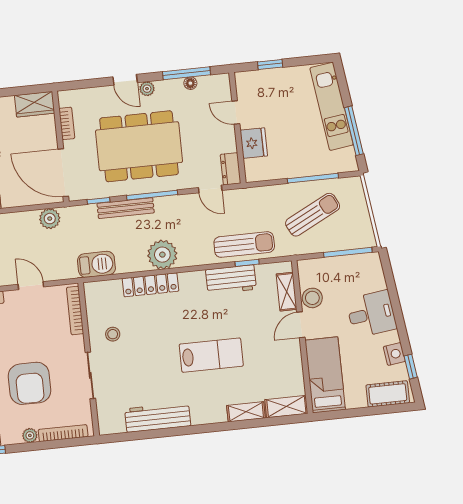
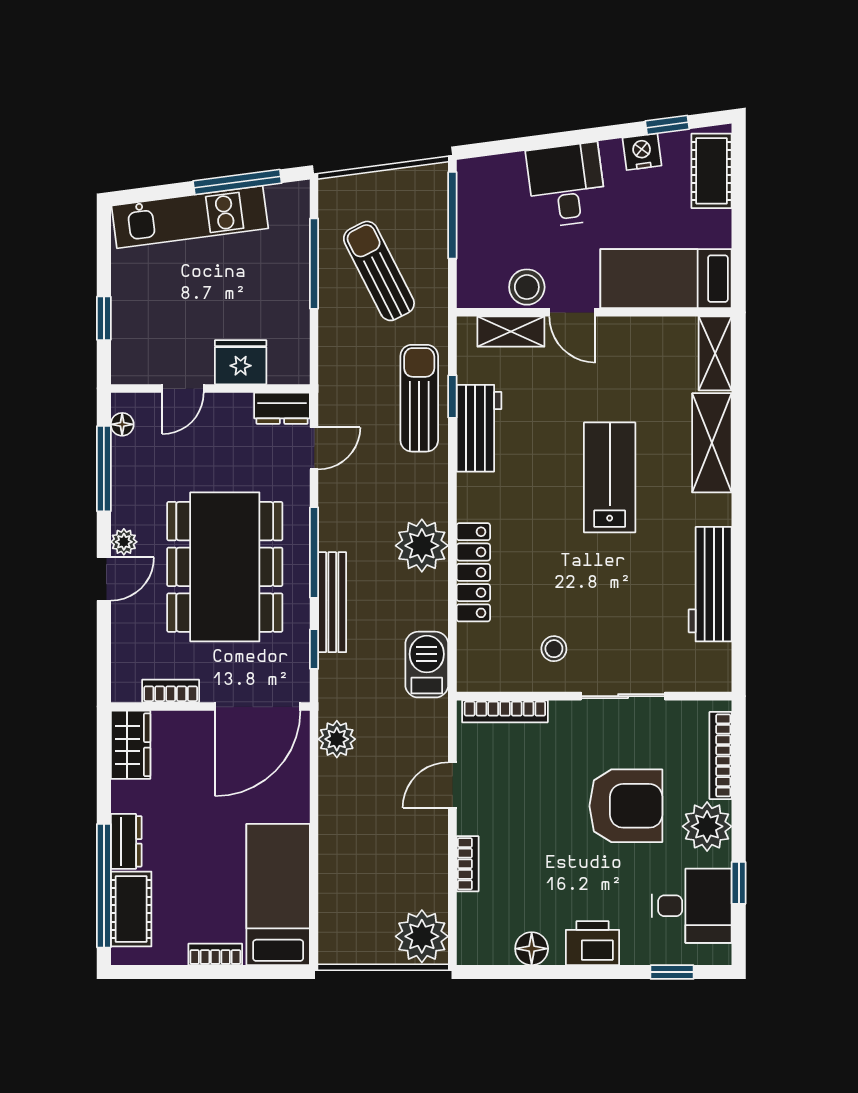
floor lamp: (190, 83) -> (122, 424), moved
shelving: (246, 412) -> (712, 443), width x1.50, depth x1.33
plant: (30, 435) -> (707, 826), width x1.88, depth x1.88

